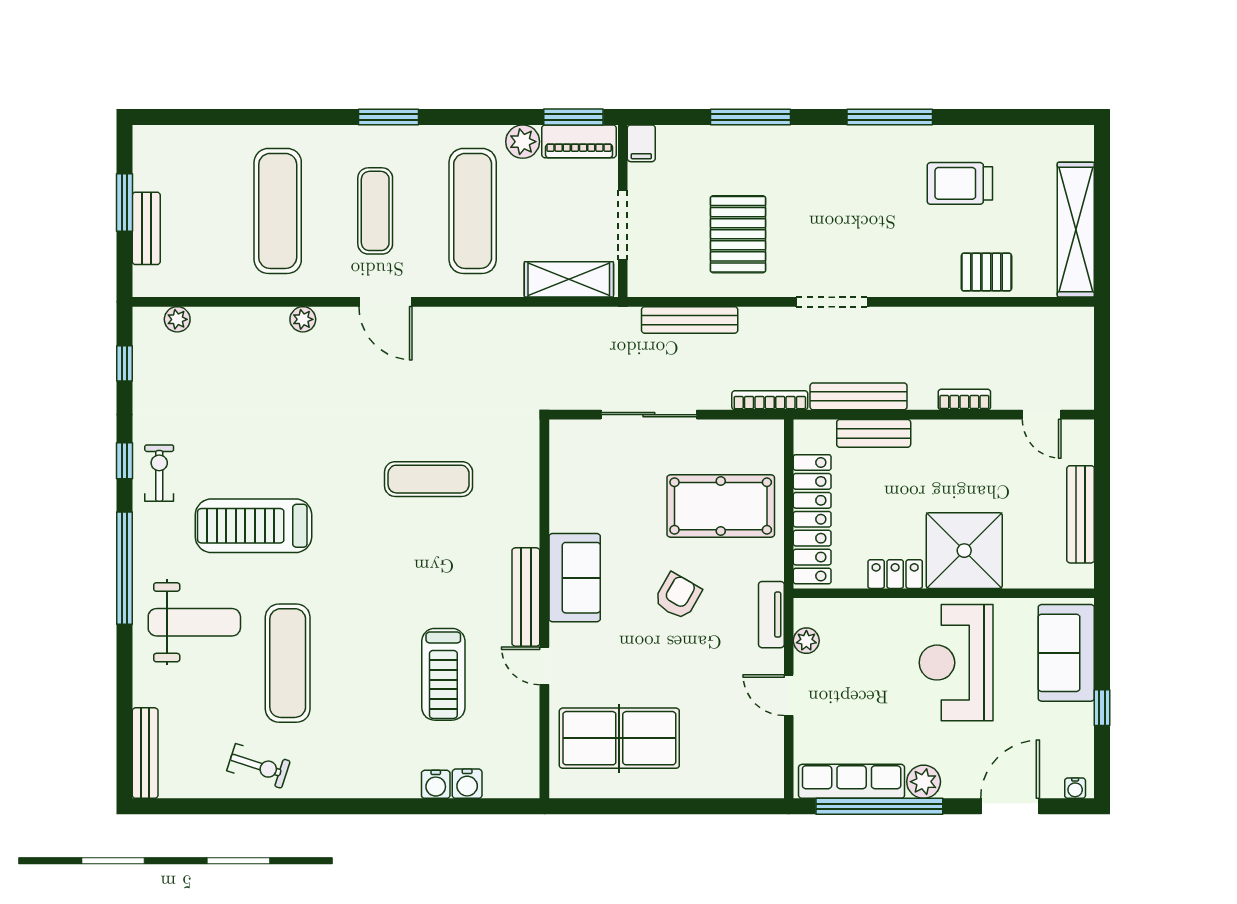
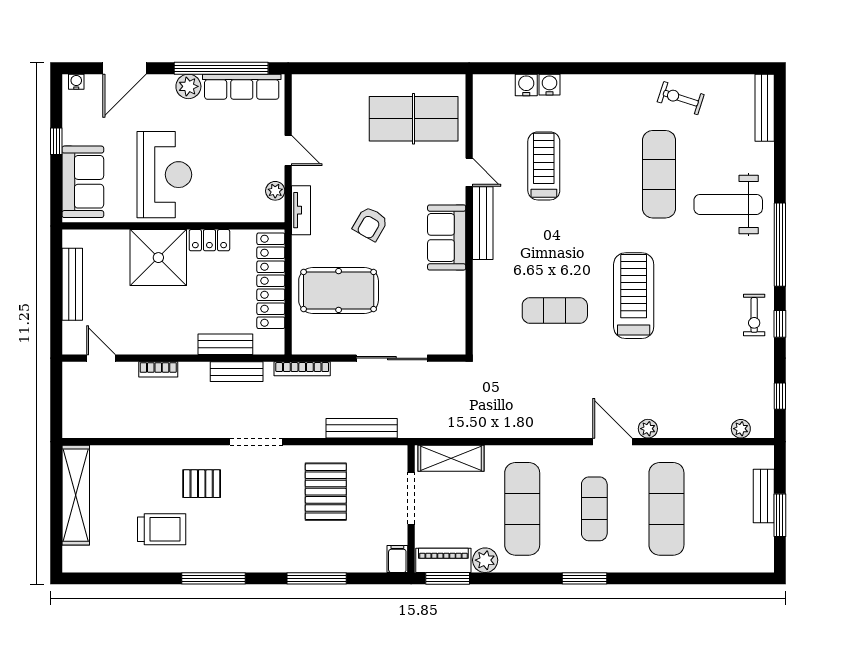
pallet: (986, 272) -> (202, 484), moved
door: (385, 302) -> (612, 442), moved
bench: (859, 396) -> (237, 372), width x0.73
treadmill: (253, 526) -> (634, 296), moved, turned -90

